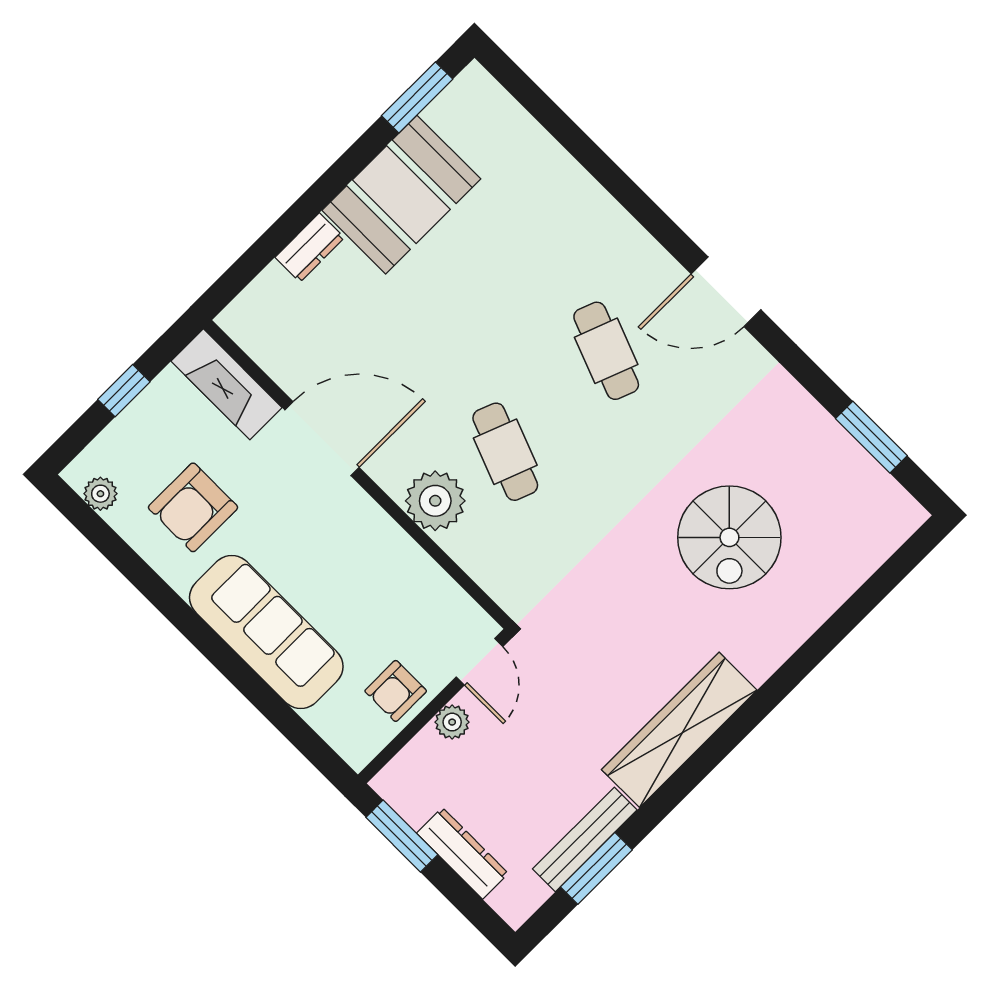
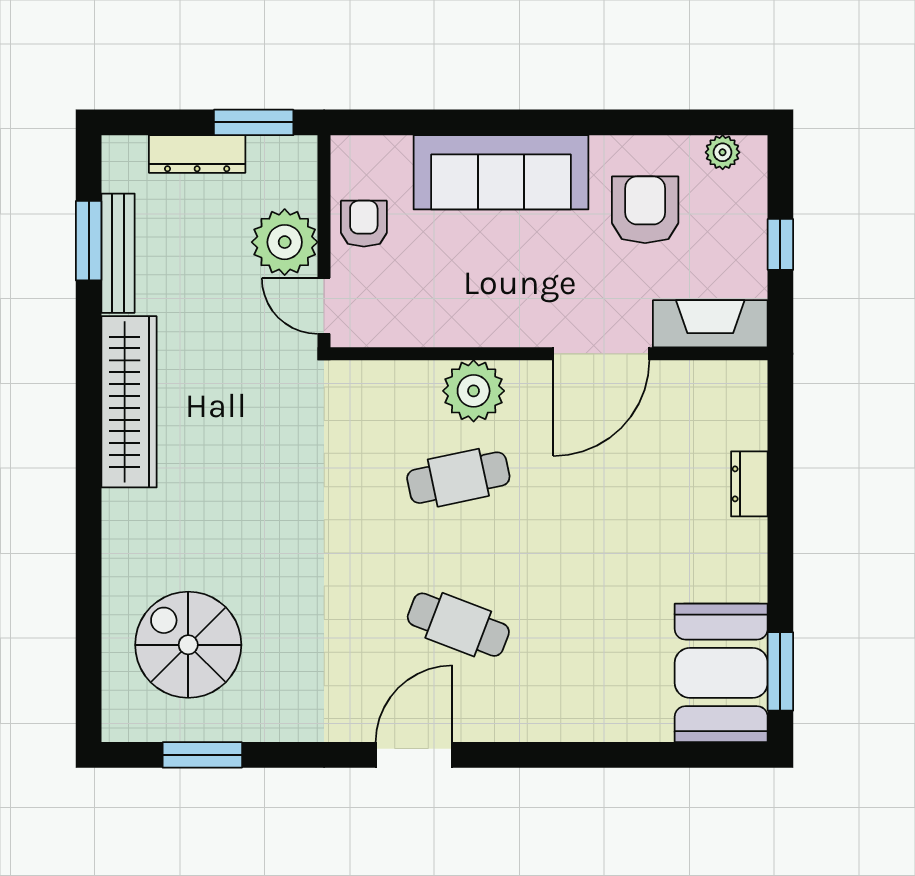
booth: (401, 195) -> (721, 673), moved
cafe table: (505, 452) -> (458, 478), turned -33
spiral stairs: (729, 537) -> (188, 645), moved
plant: (452, 722) -> (285, 242), width x1.88, depth x1.88

